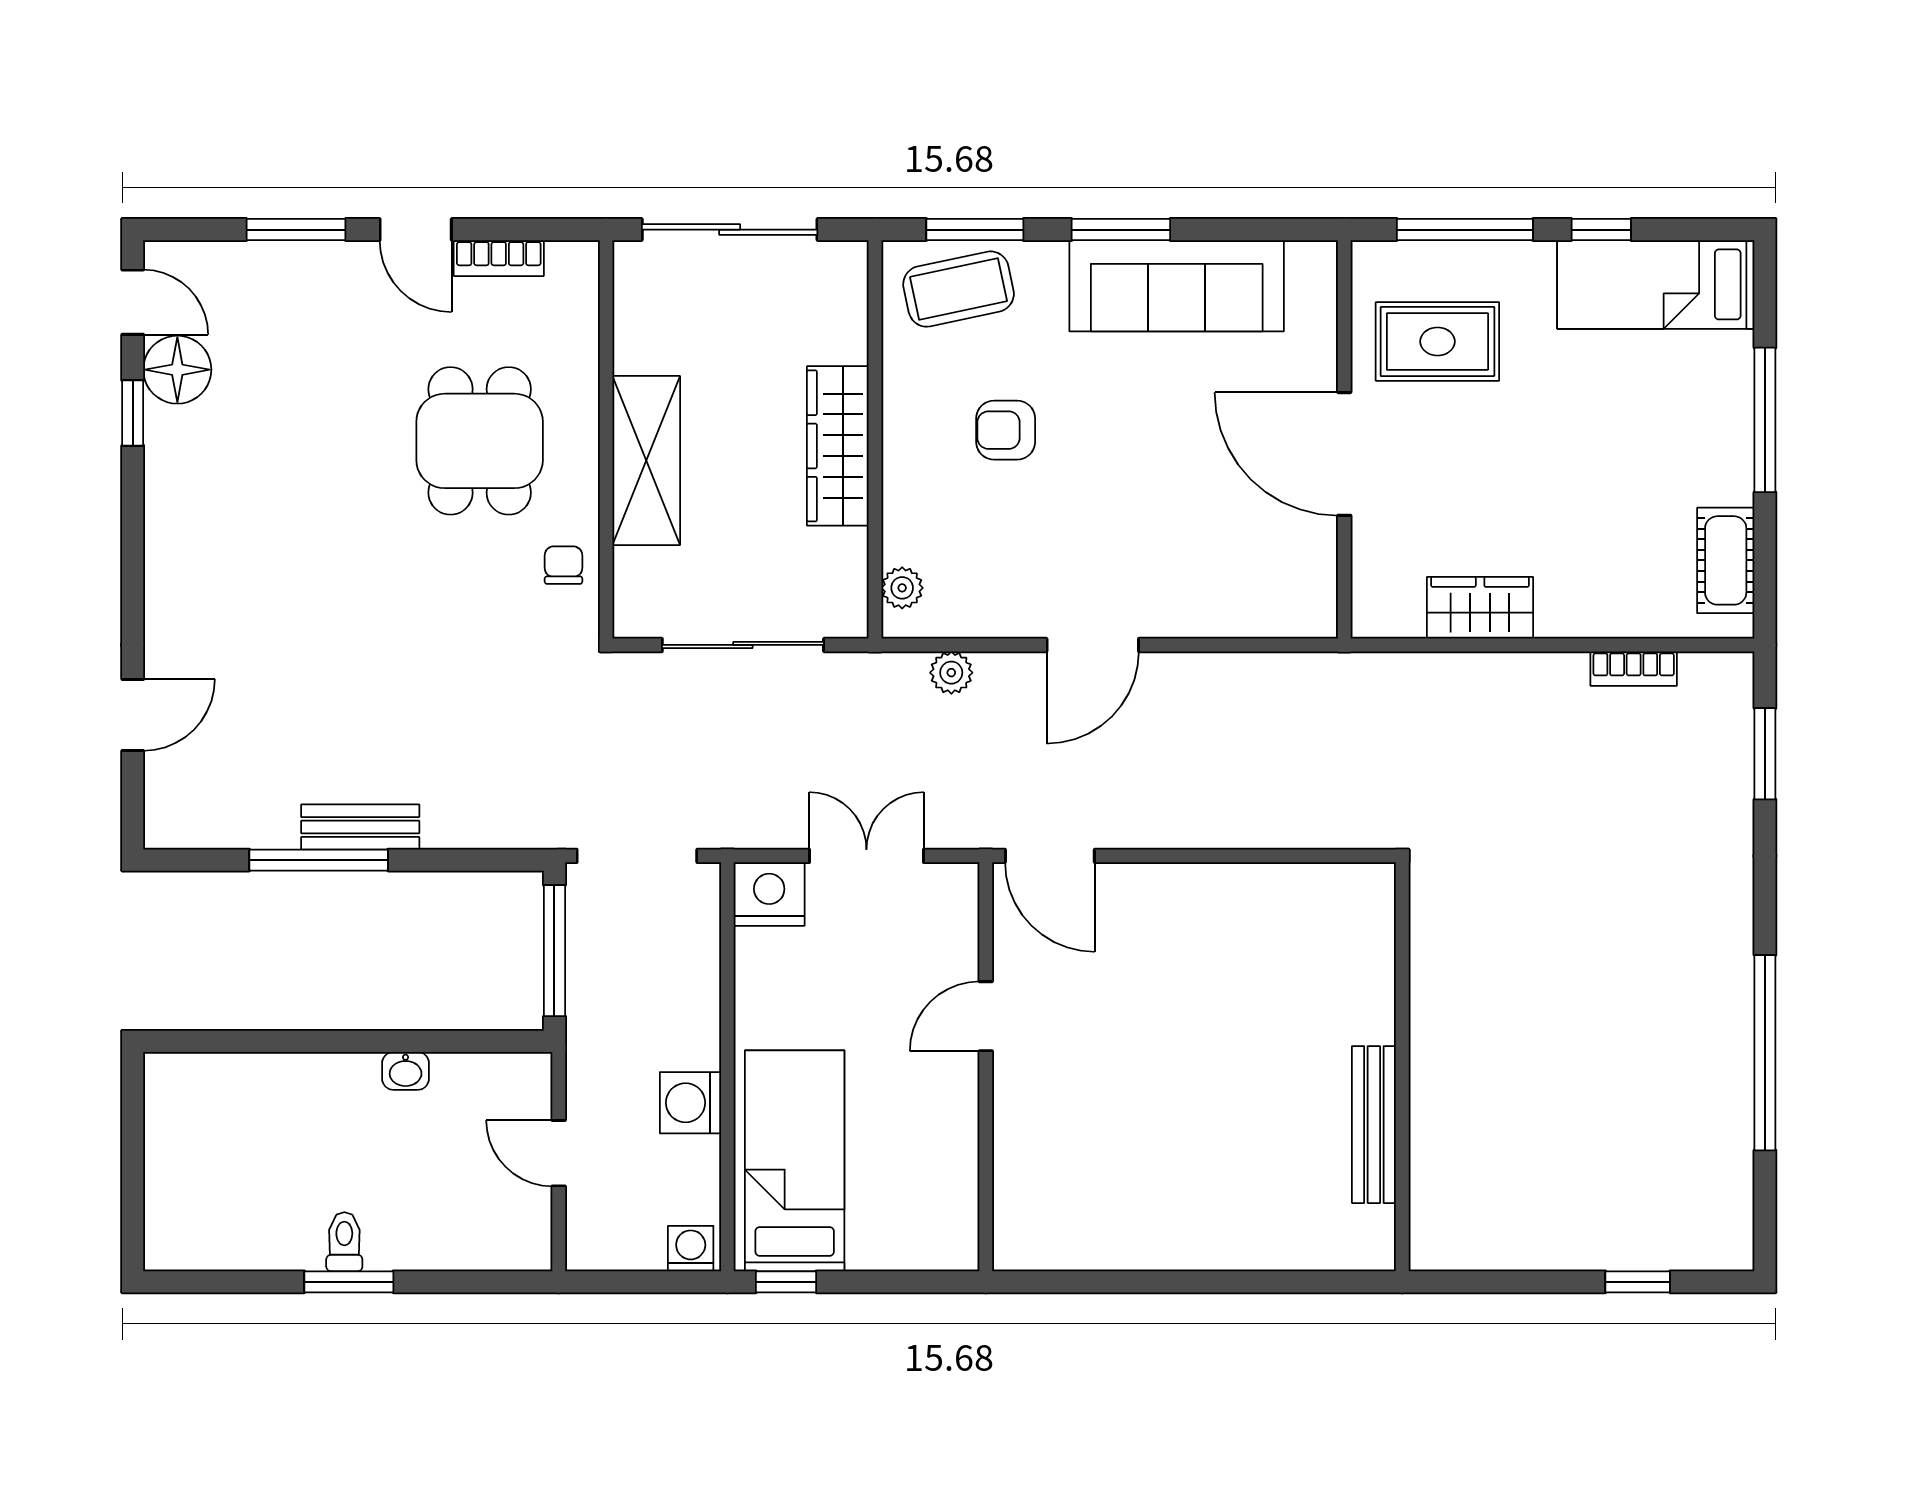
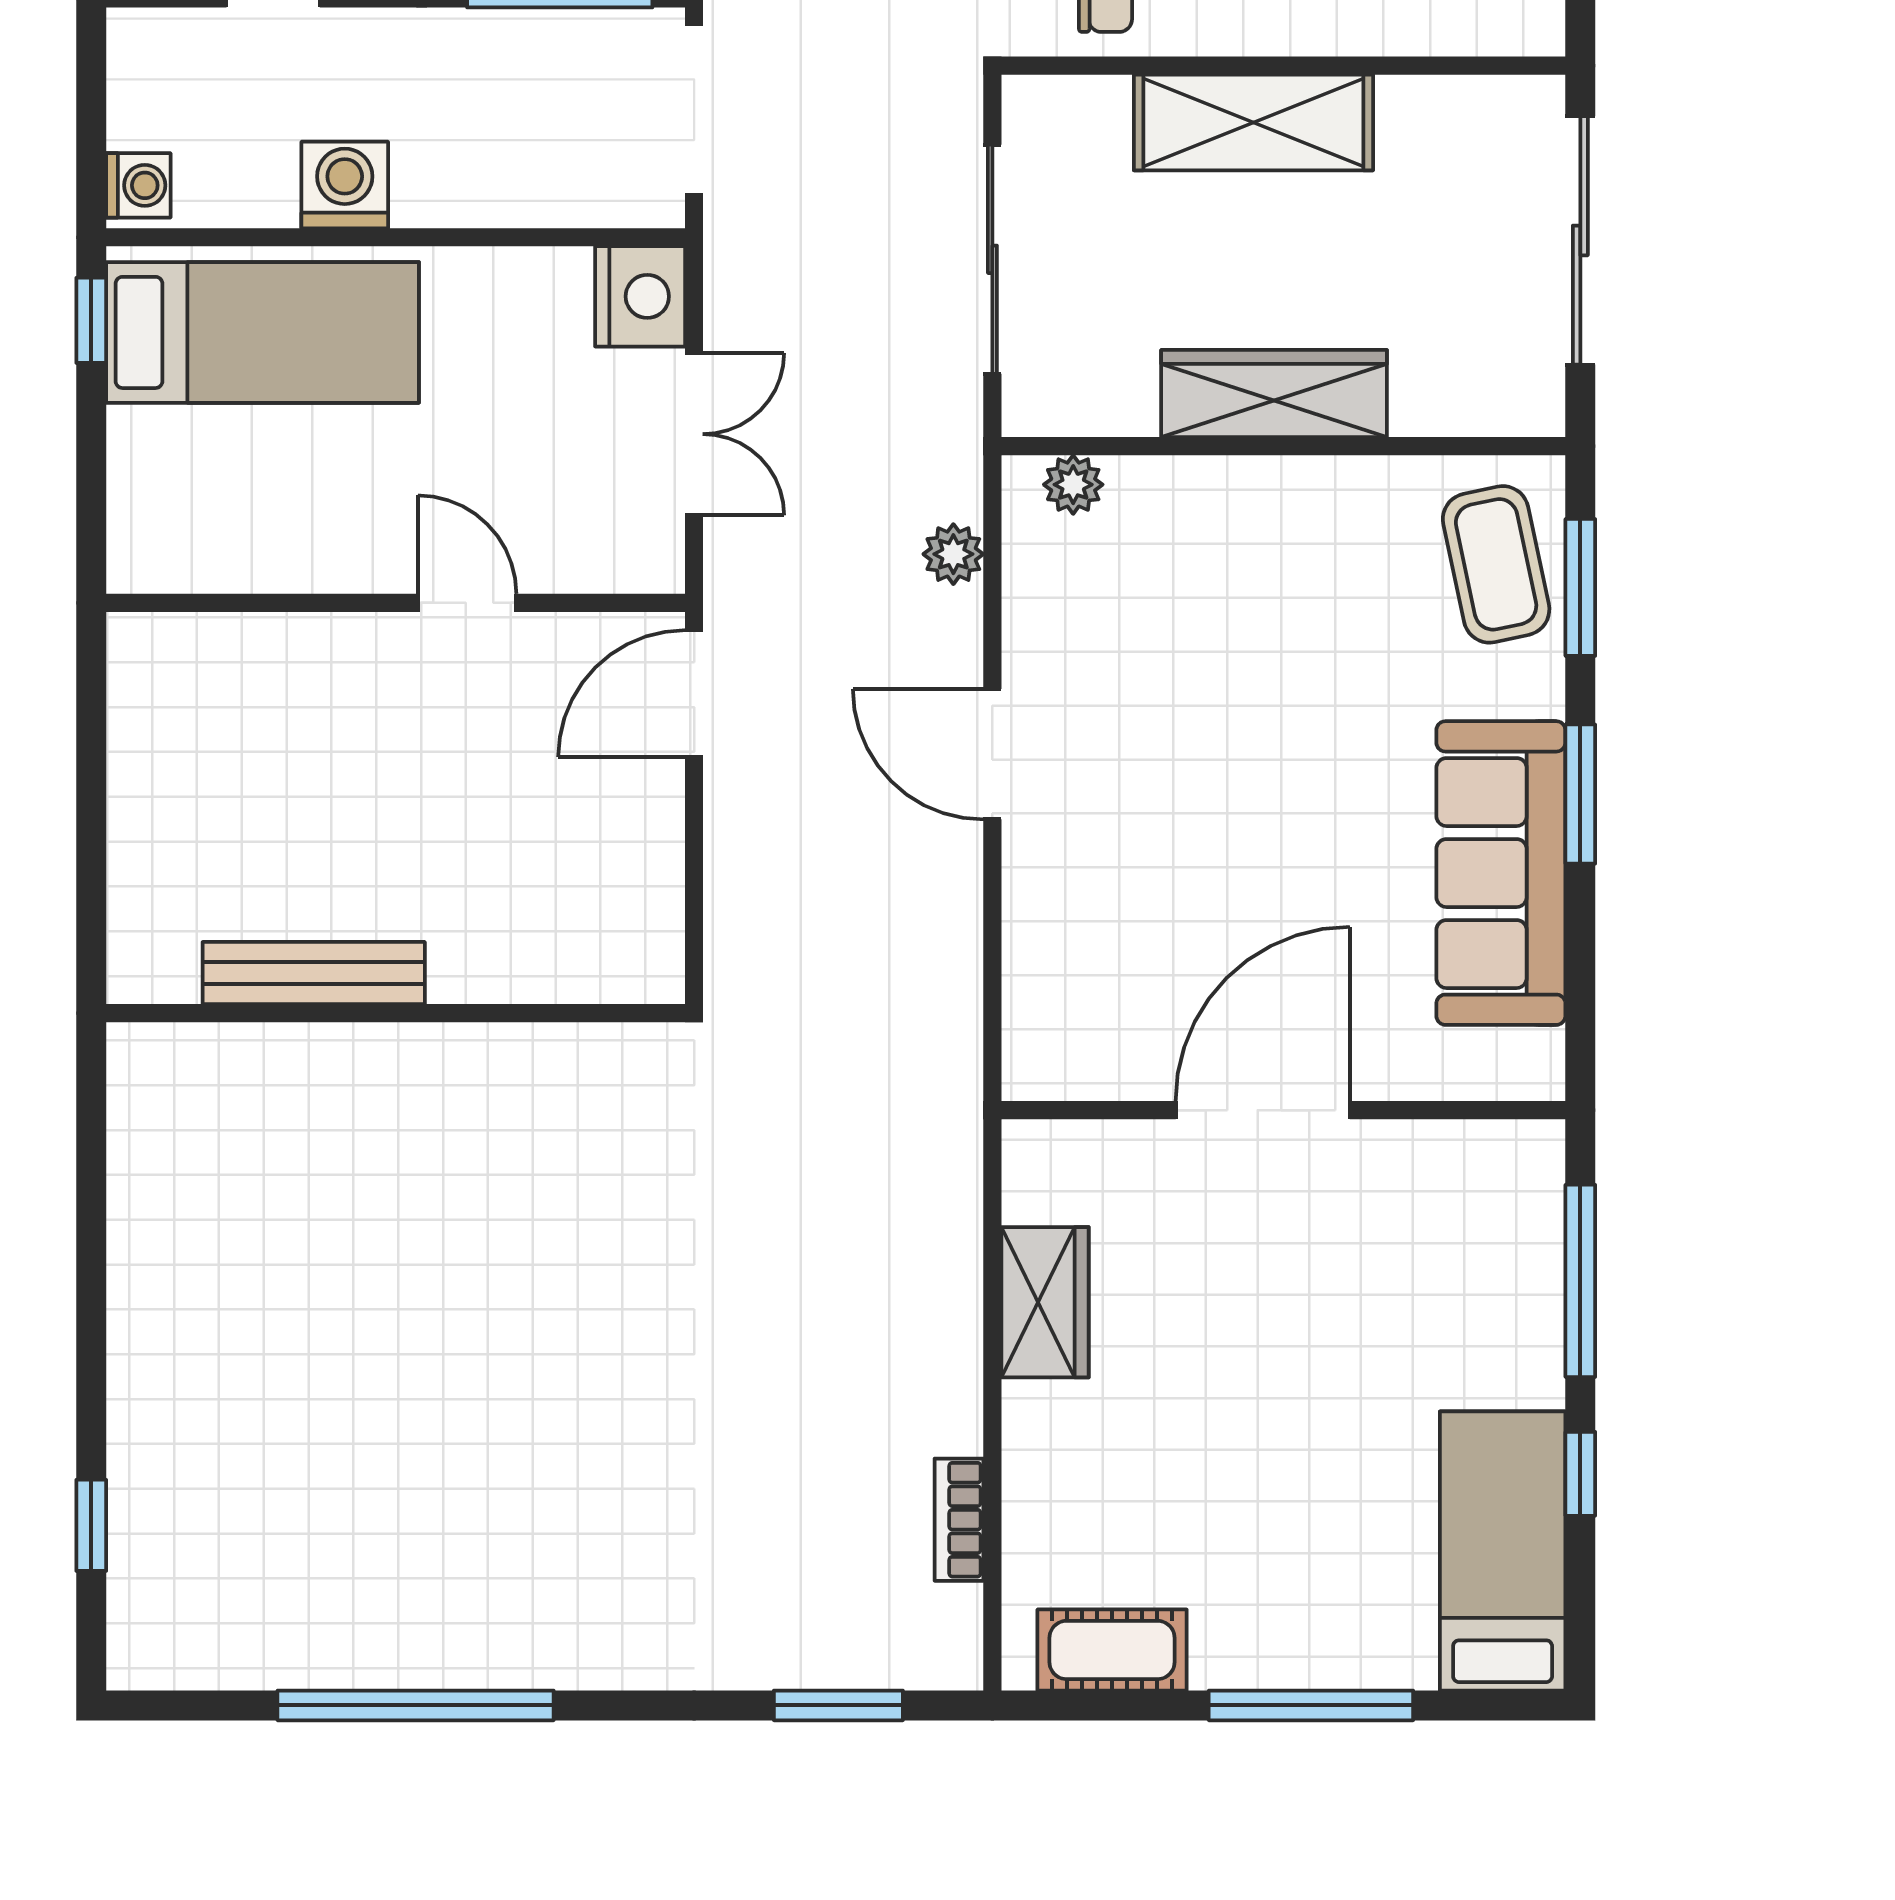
rug: (1437, 341) -> (1422, 1242), removed
armchair: (1006, 430) -> (1296, 631), removed
wall: (1402, 1067) -> (396, 1013), moved
bench: (1374, 1125) -> (314, 973), moved

